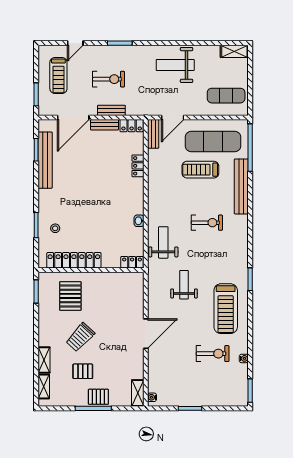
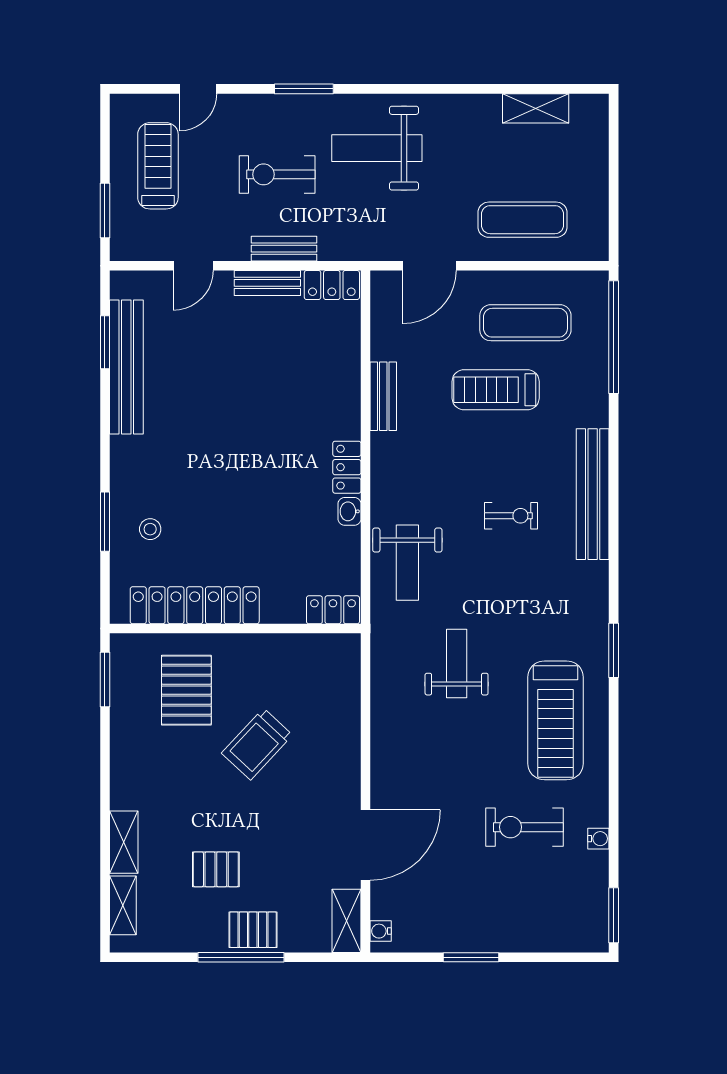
shelving: (234, 51) -> (536, 108), moved
weight bench: (175, 65) -> (377, 148), moved
treadmill: (58, 76) -> (158, 166), turned 180
exercise bike: (109, 79) -> (277, 174), turned 180
exercise mat: (226, 96) -> (523, 220), moved
door: (73, 117) -> (193, 266), width x0.53
bench: (153, 134) -> (383, 396), moved
exercise mat: (213, 141) -> (525, 323), width x0.73, depth x0.69
locker: (138, 166) -> (347, 467), moved
bench: (241, 186) -> (593, 494), moved
exercise bike: (207, 223) -> (511, 516), width x0.73, depth x0.72
weight bench: (163, 242) -> (407, 563), turned 180
door: (146, 334) -> (366, 845), moved
trolley: (80, 337) -> (257, 744), moved
exercise bike: (213, 354) -> (524, 827), turned 180

